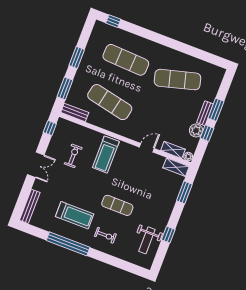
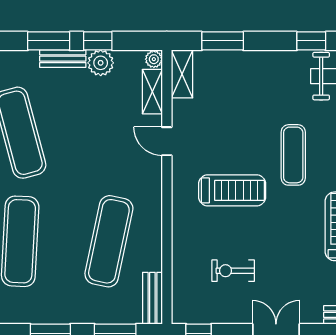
treadmill: (106, 155) -> (232, 190), moved

